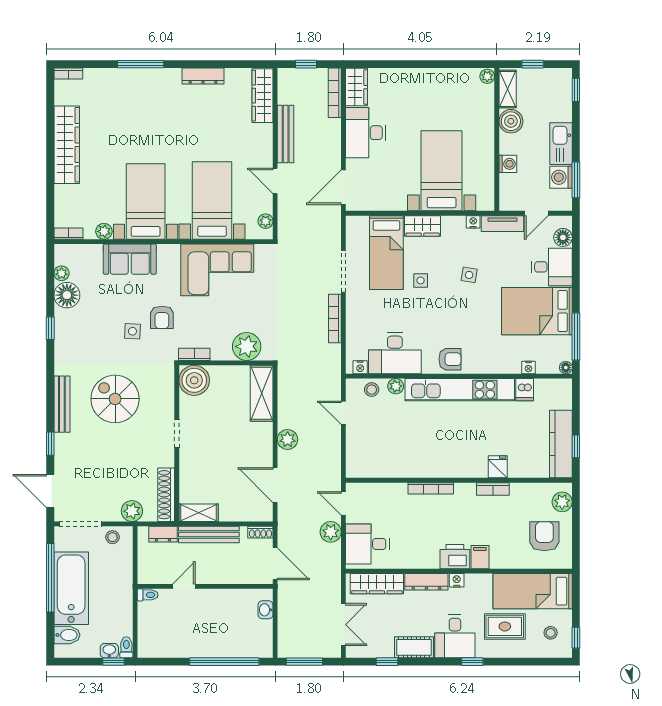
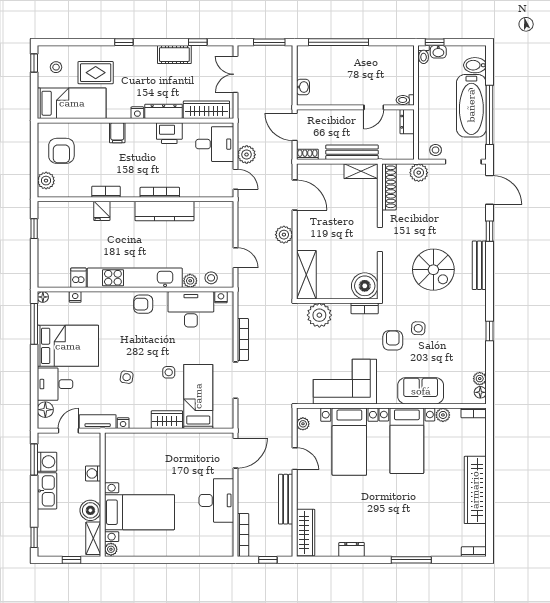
dresser: (203, 76) -> (352, 549), width x0.70
wardrobe: (357, 87) -> (224, 540), removed
bed with nightstands: (442, 171) -> (139, 512), moved, turned -90
floor lamp: (67, 295) -> (480, 392), moved, width x0.53, depth x0.53
kitchen counter: (561, 444) -> (164, 211), moved, turned 90
dresser: (163, 534) -> (407, 122), moved, turned -90
printer: (455, 557) -> (169, 133), moved
desk: (455, 636) -> (139, 64), removed

